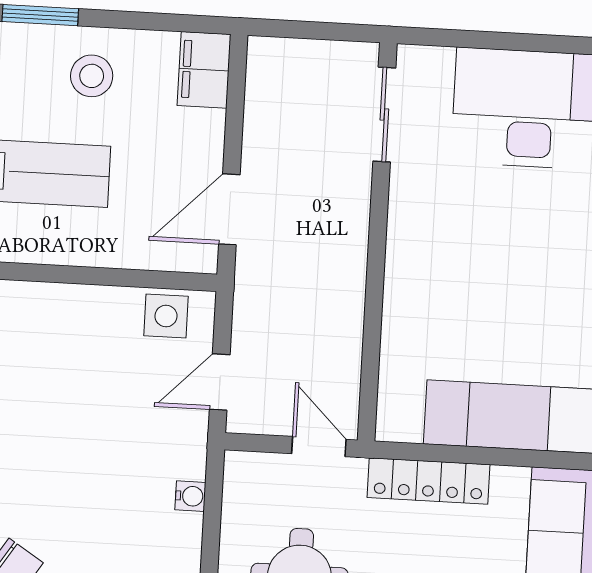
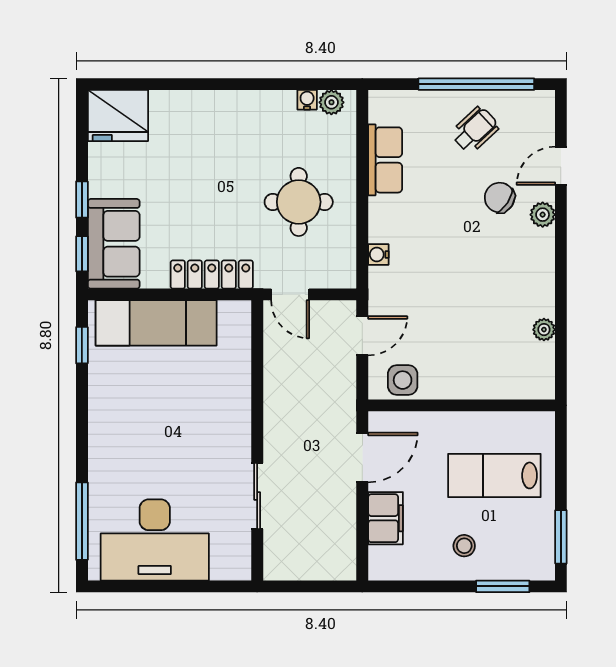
filing cabinet: (204, 70) -> (386, 518), moved
stool: (92, 76) -> (464, 546), width x0.73, depth x0.73
sliding door: (384, 115) -> (257, 496), moved

